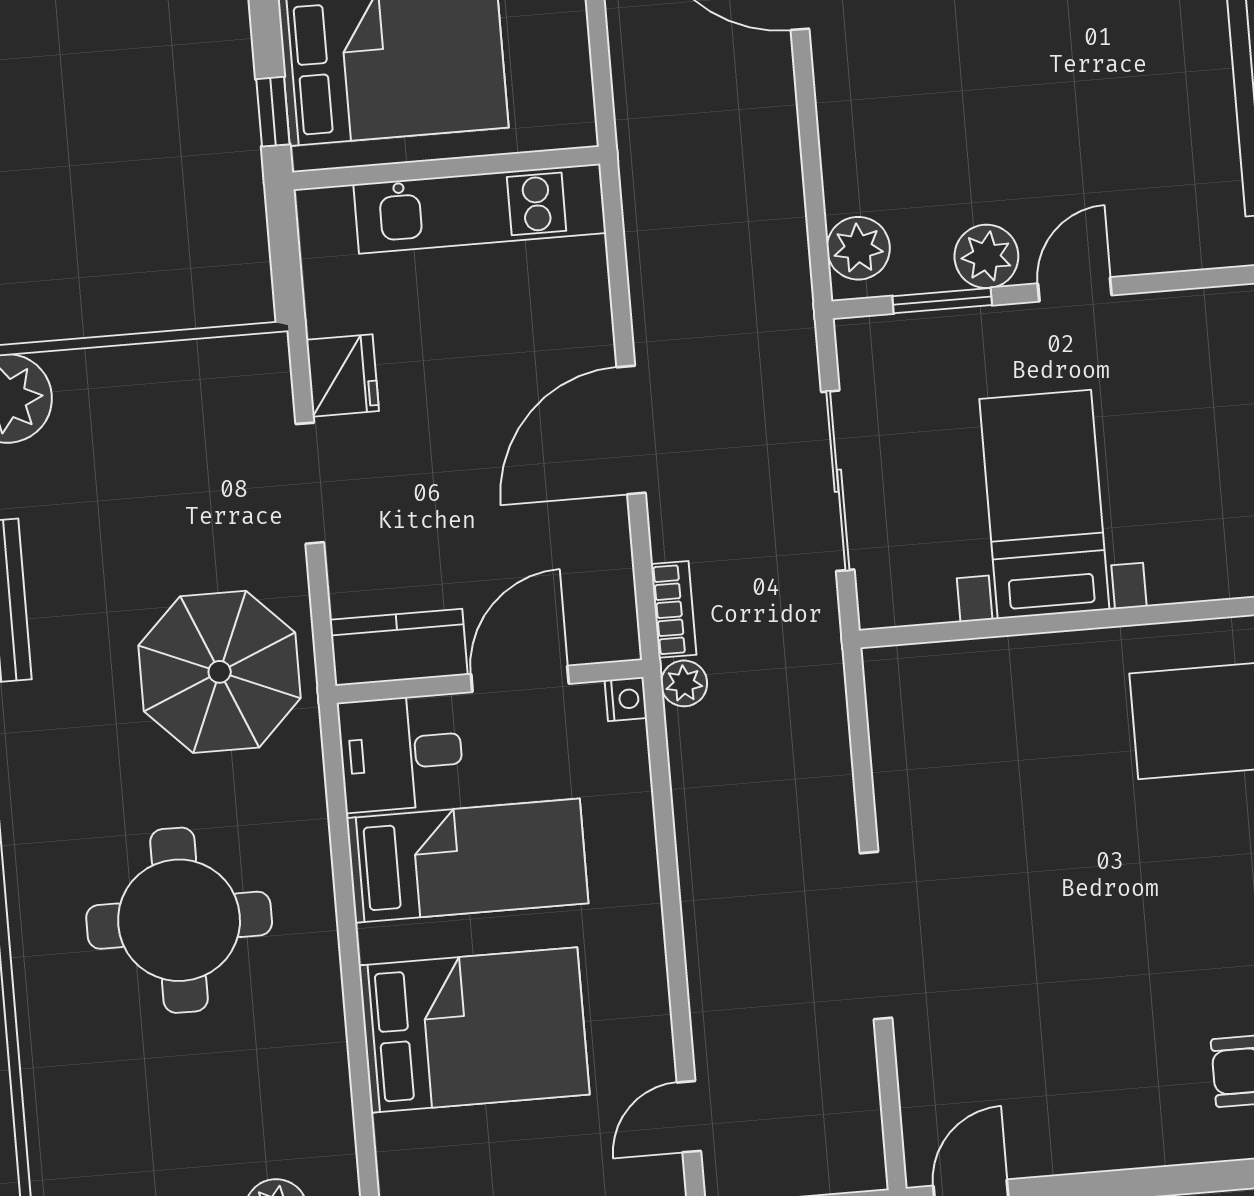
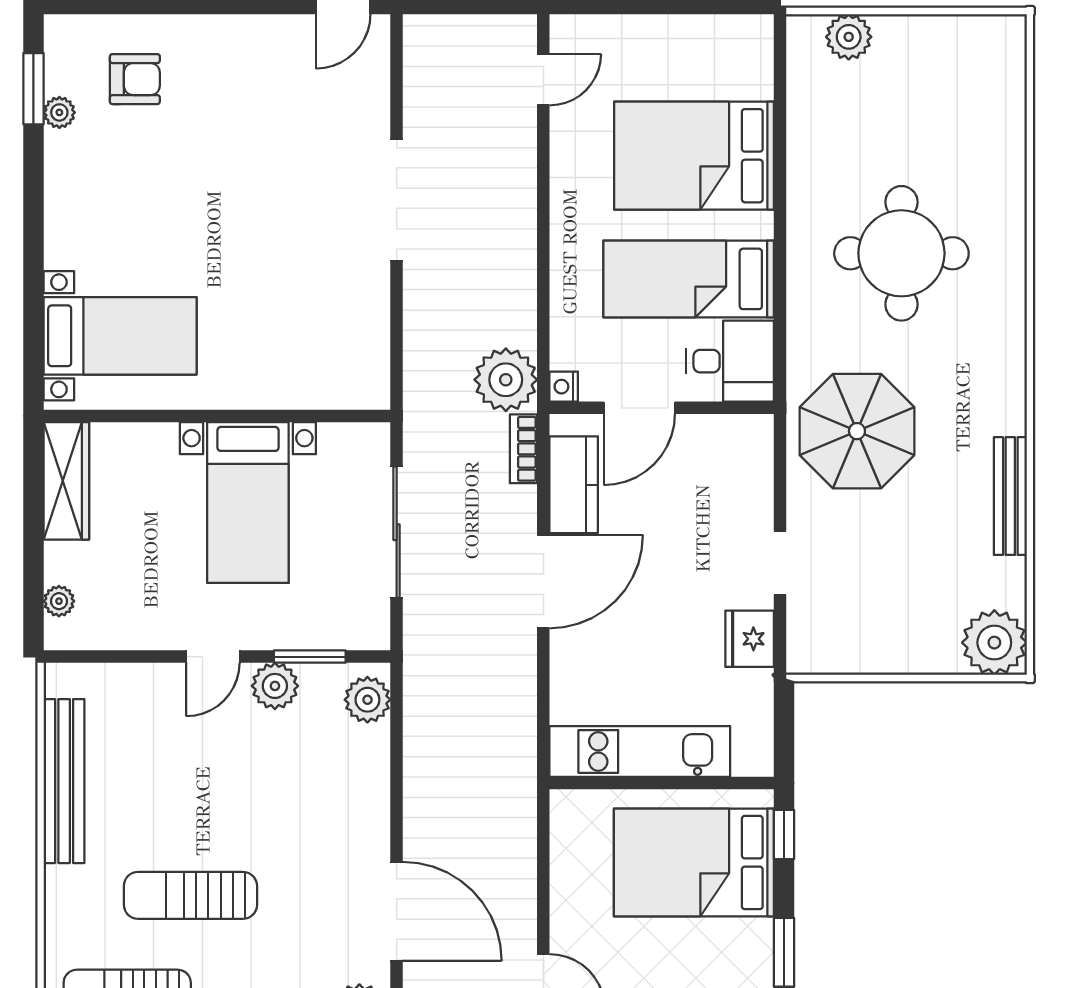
doorway: (310, 483) -> (780, 563), width x0.73
kitchen counter: (399, 647) -> (574, 485), moved, turned -90
plant: (684, 683) -> (506, 380), width x1.88, depth x1.88

